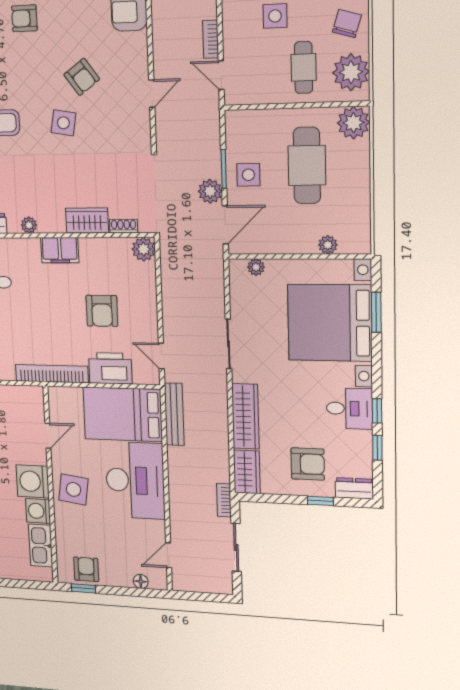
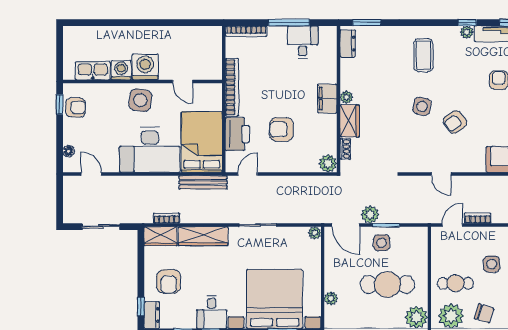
plant: (29, 225) -> (346, 97), moved
plant: (256, 267) -> (315, 233), moved
bookcase: (224, 500) -> (167, 218), moved
window: (320, 501) -> (141, 307), moved

